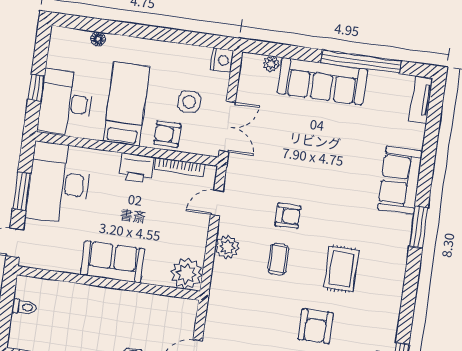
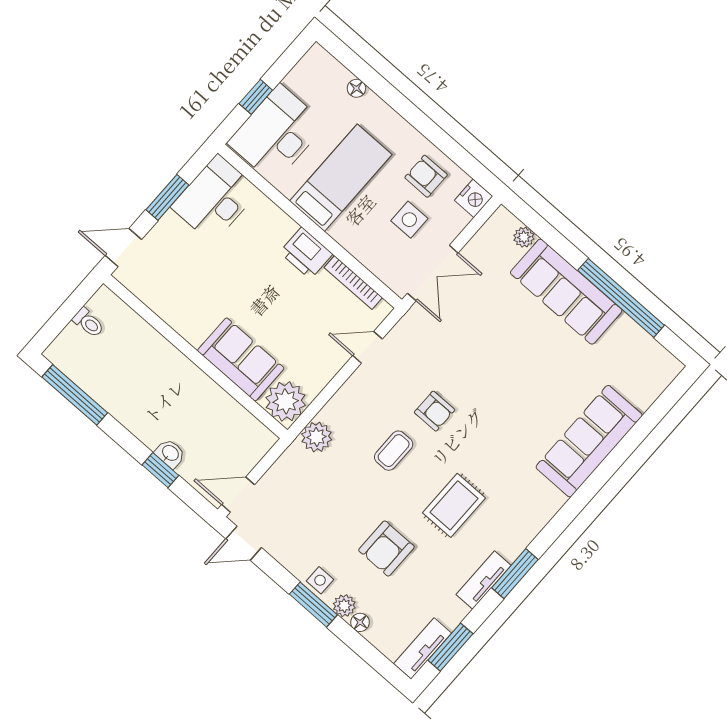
tv unit: (421, 100) -> (484, 580), moved
armchair: (167, 134) -> (426, 176), moved
sofa: (400, 180) -> (589, 441), width x1.36
desk: (59, 183) -> (215, 199), width x0.73, depth x0.77
window: (419, 227) -> (515, 574), moved
plant: (227, 247) -> (317, 437), moved
sofa: (113, 262) -> (241, 359), moved

